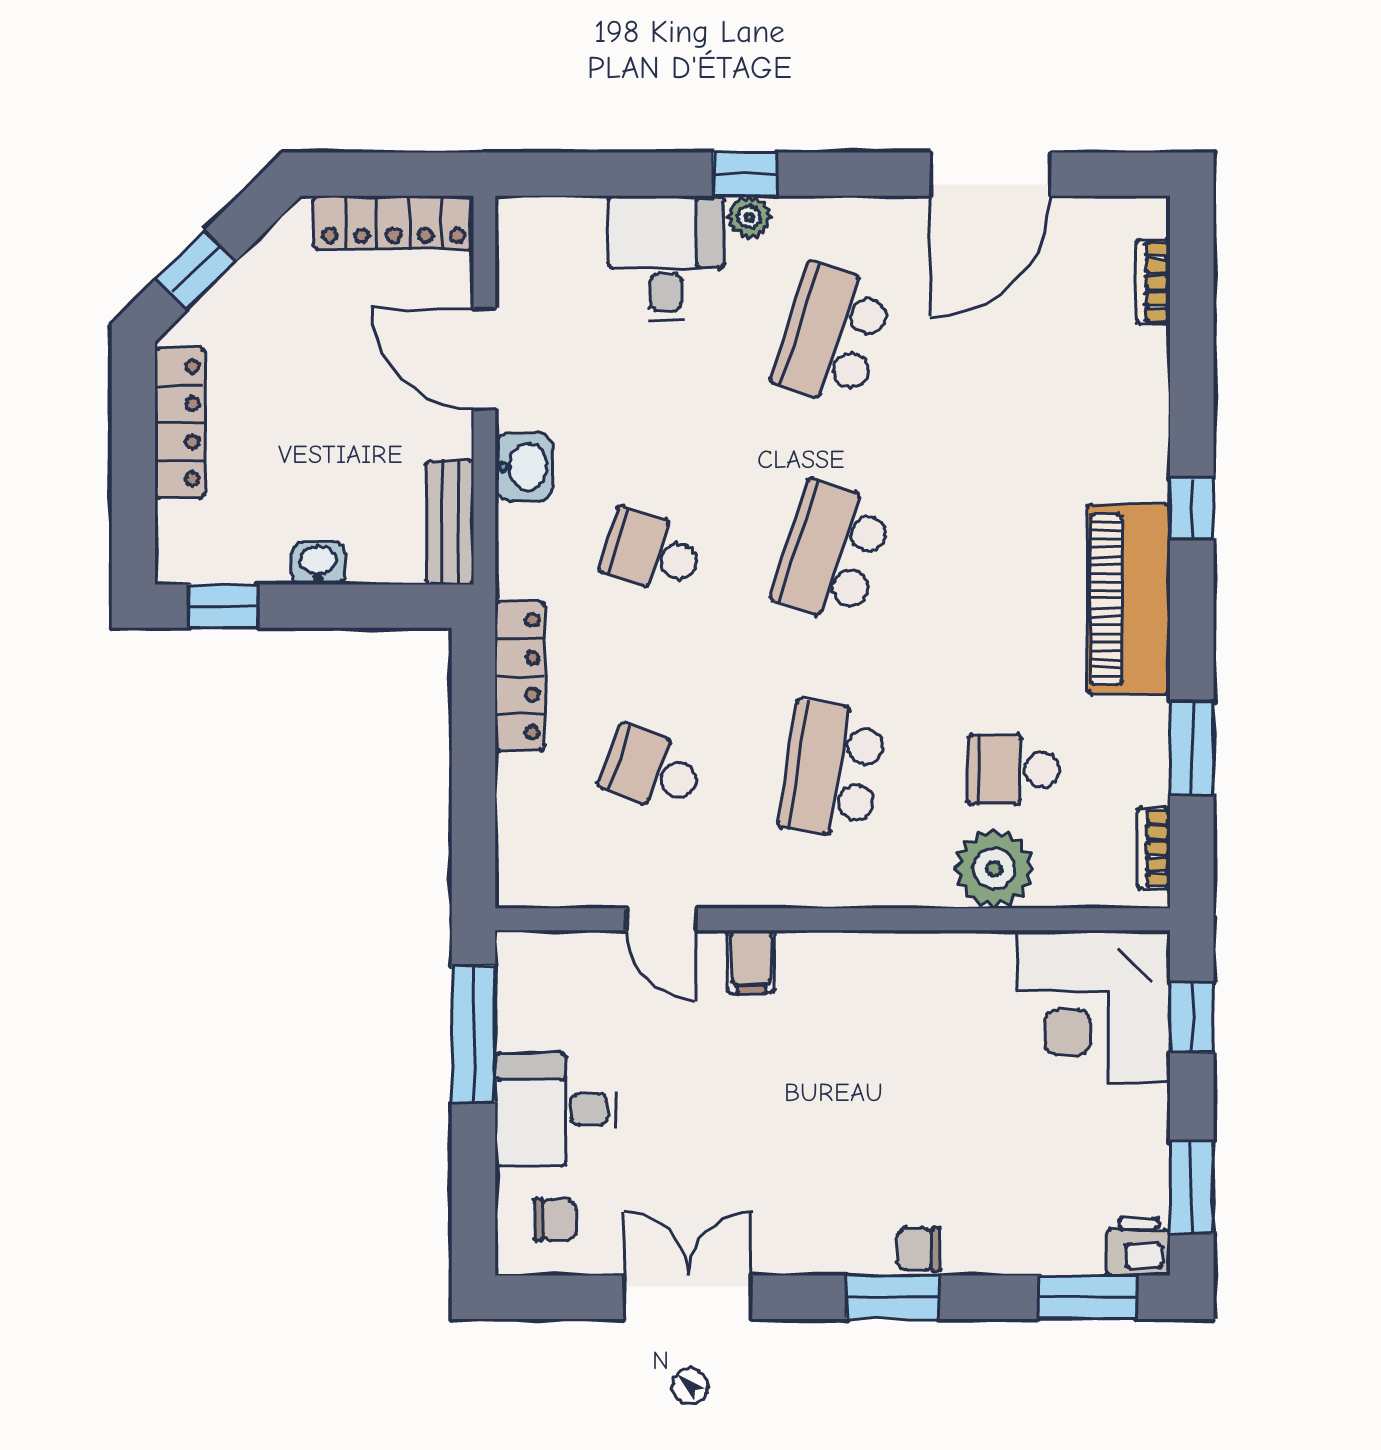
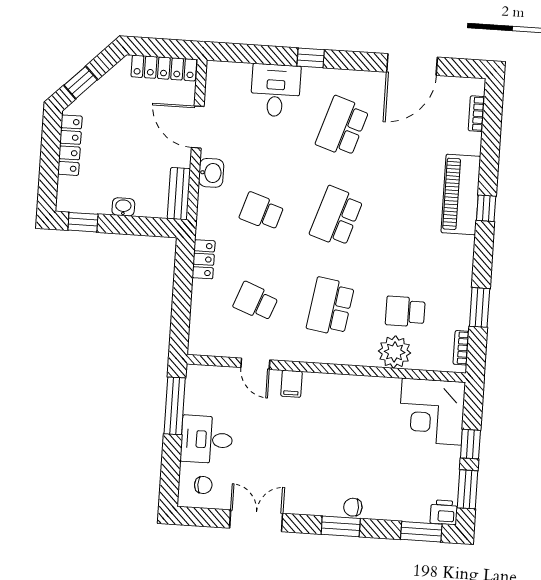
plant: (749, 217) -> (311, 76), removed
piano: (1129, 599) -> (461, 194), moved
locker: (520, 676) -> (204, 259), width x0.66
window: (1192, 1018) -> (470, 444), moved

